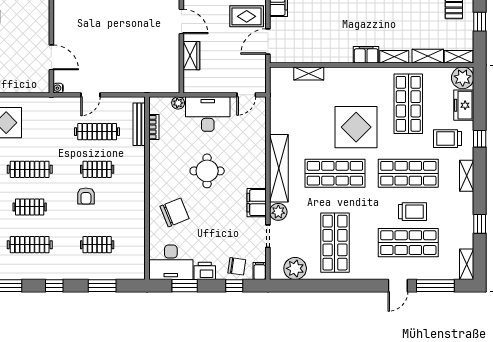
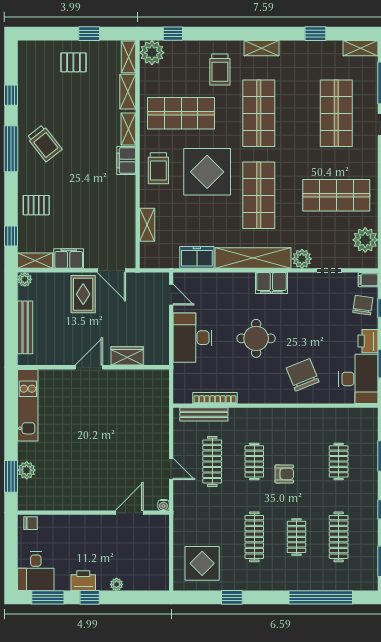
plant: (178, 103) -> (180, 371), removed
freezer: (464, 105) -> (197, 257), moved, turned 180
bookcase: (154, 127) -> (215, 398), width x1.56
window: (480, 139) -> (173, 34), moved
filing cabinet: (257, 203) -> (271, 283), moved
trolley: (412, 212) -> (158, 168), moved, turned 180

